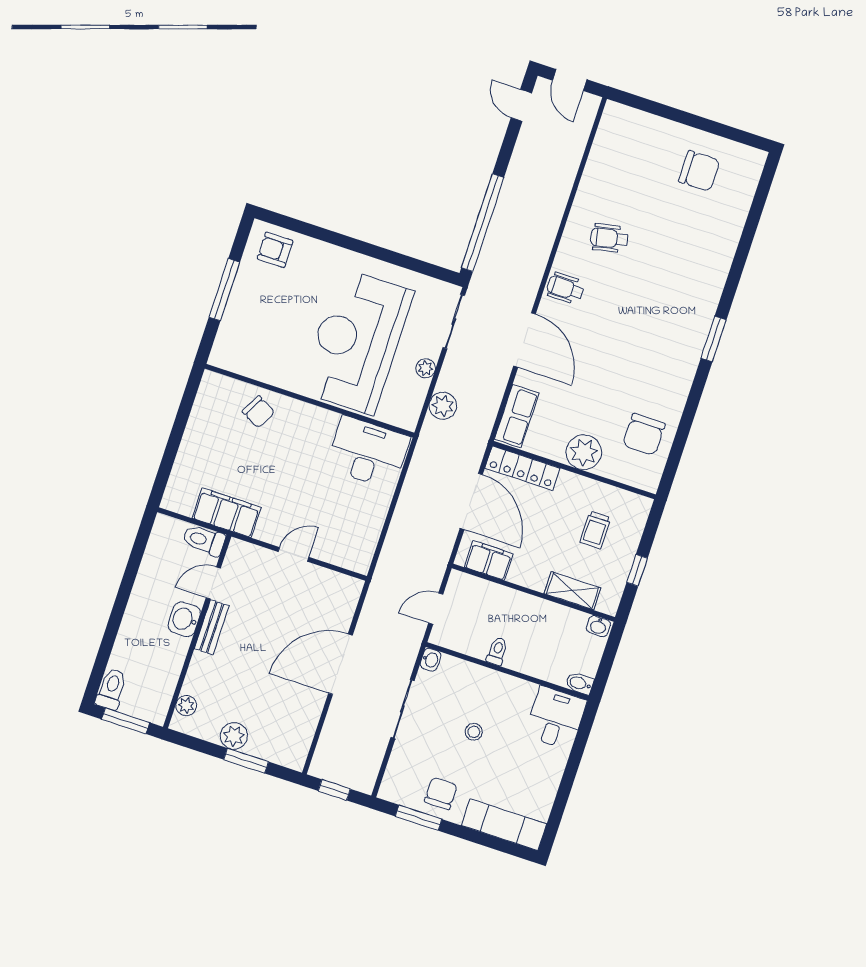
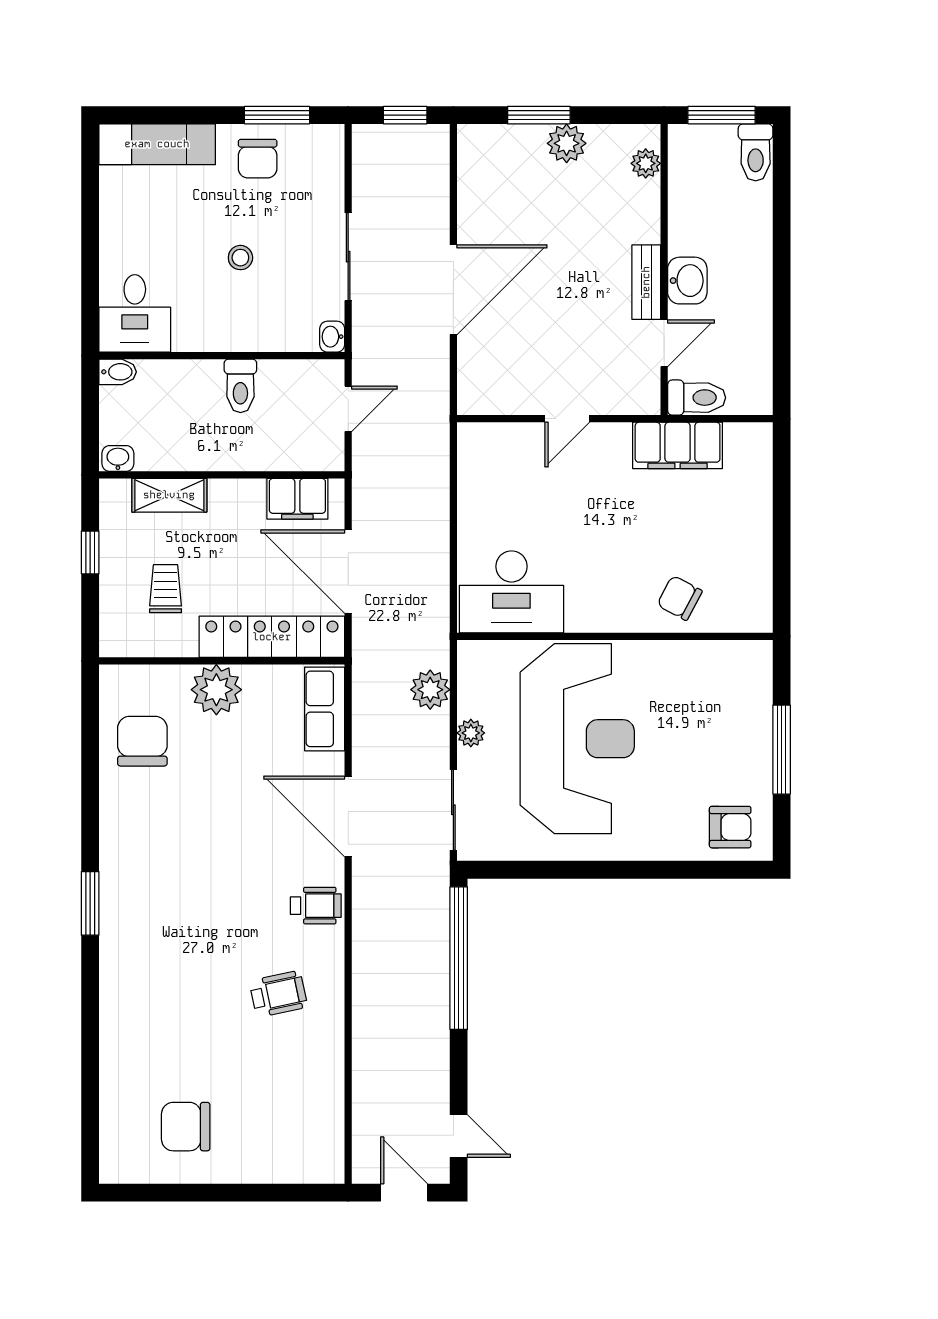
locker: (522, 468) -> (272, 637), width x1.41, depth x1.21
toilet: (497, 651) -> (240, 386), width x1.37, depth x1.39

